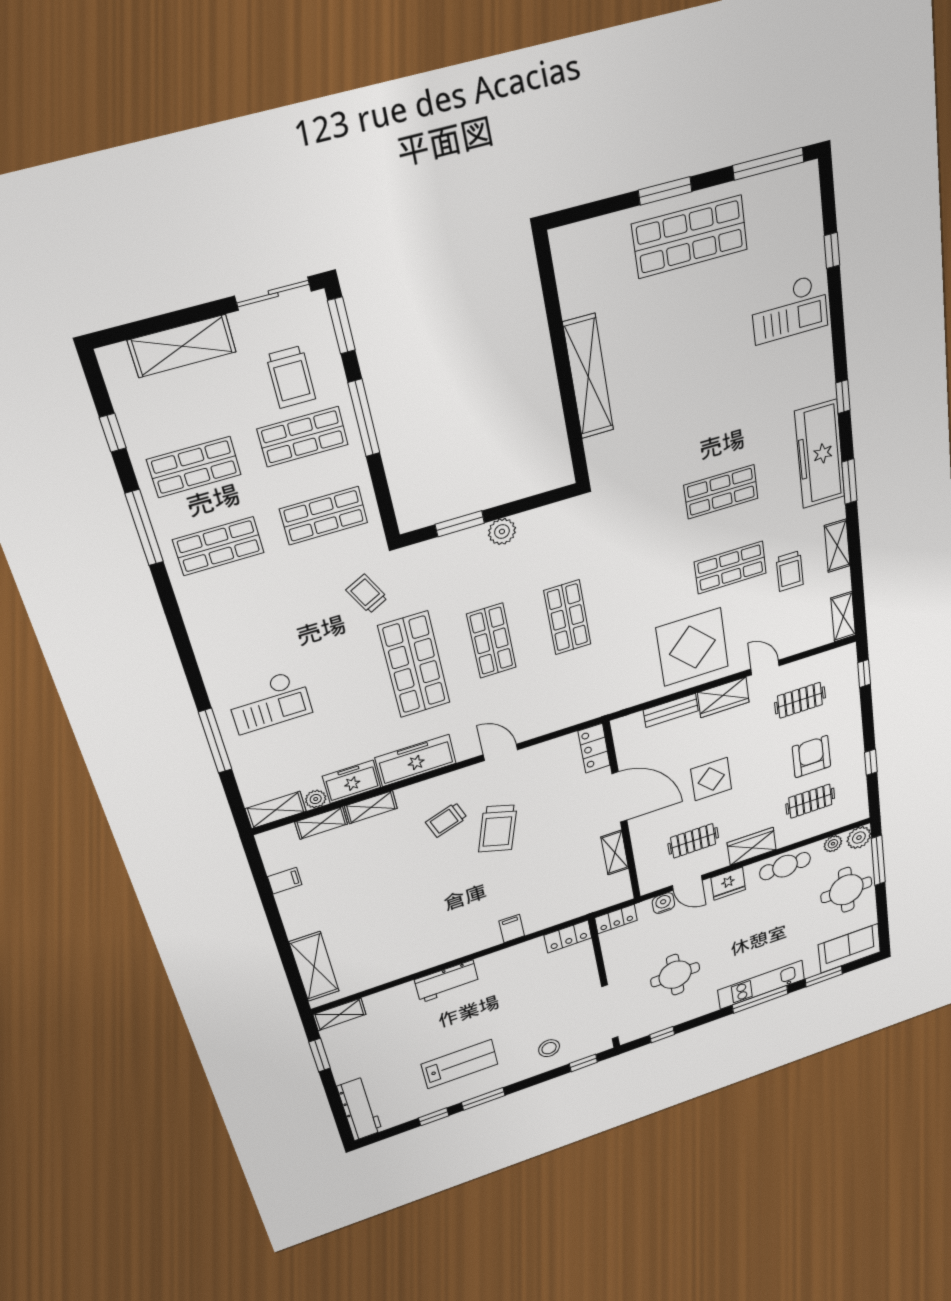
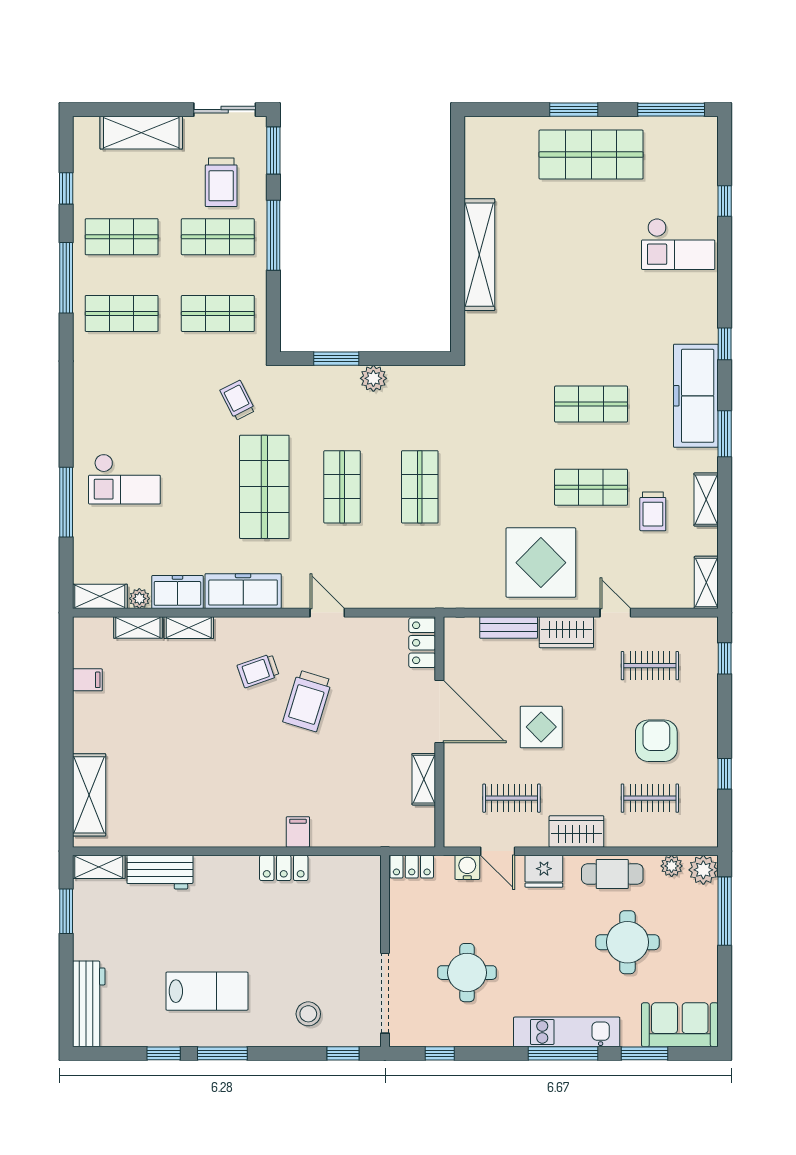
round table: (846, 890) -> (627, 942), moved
locker: (568, 936) -> (284, 868), moved
workbench: (447, 981) -> (160, 872), moved

